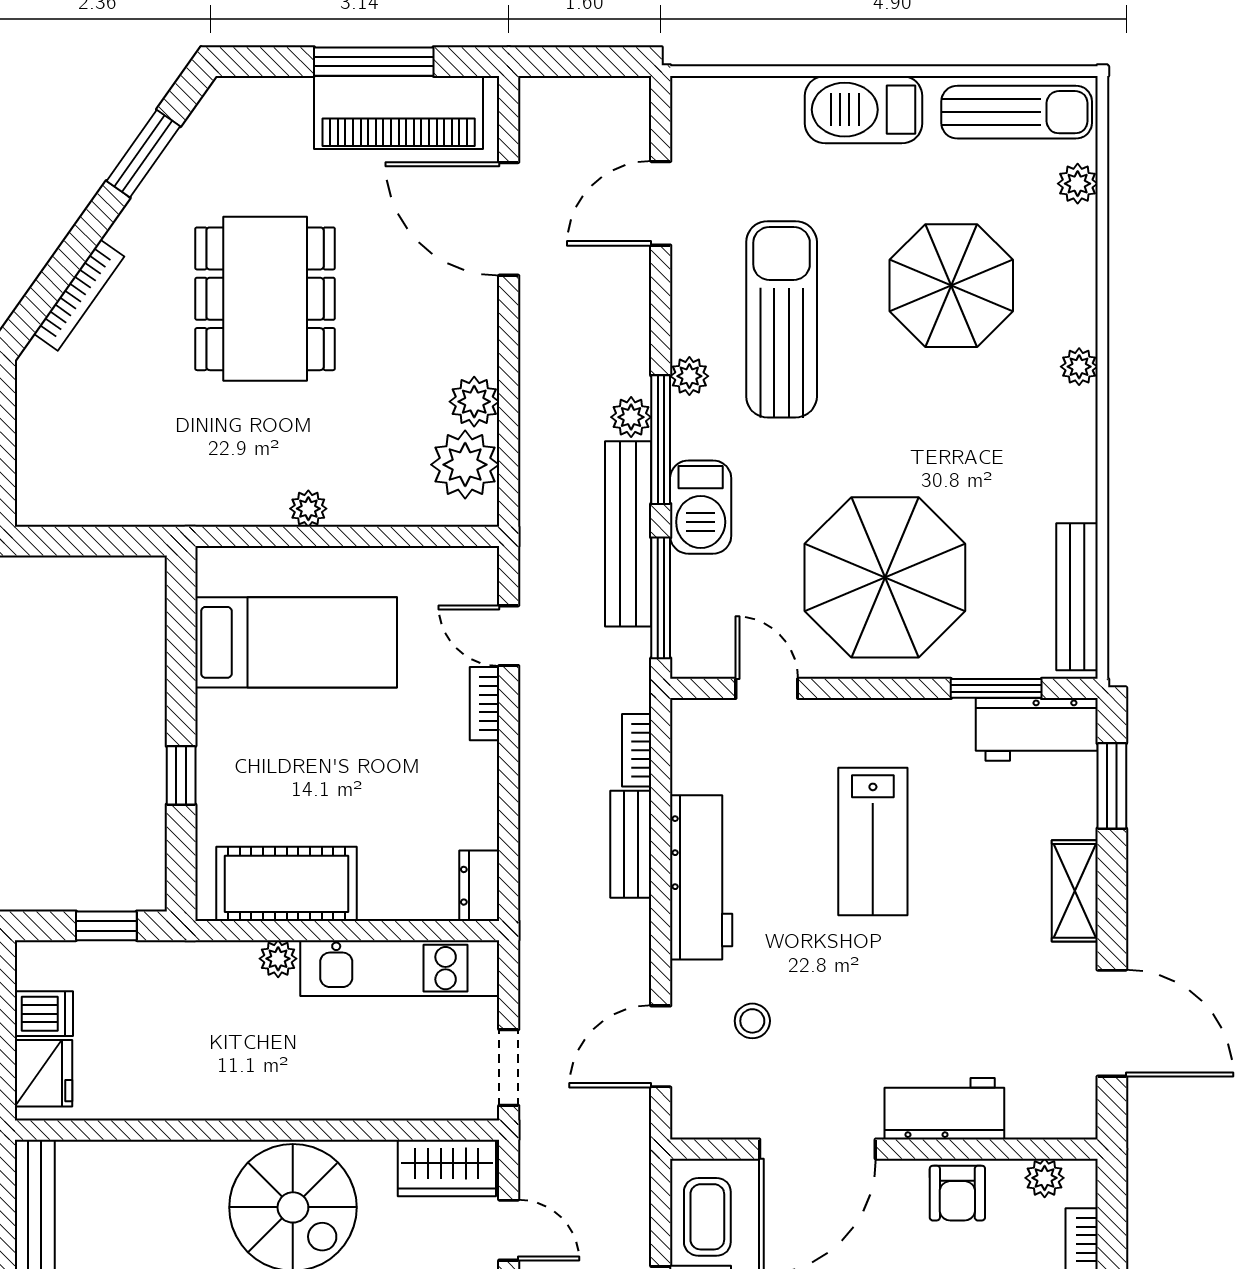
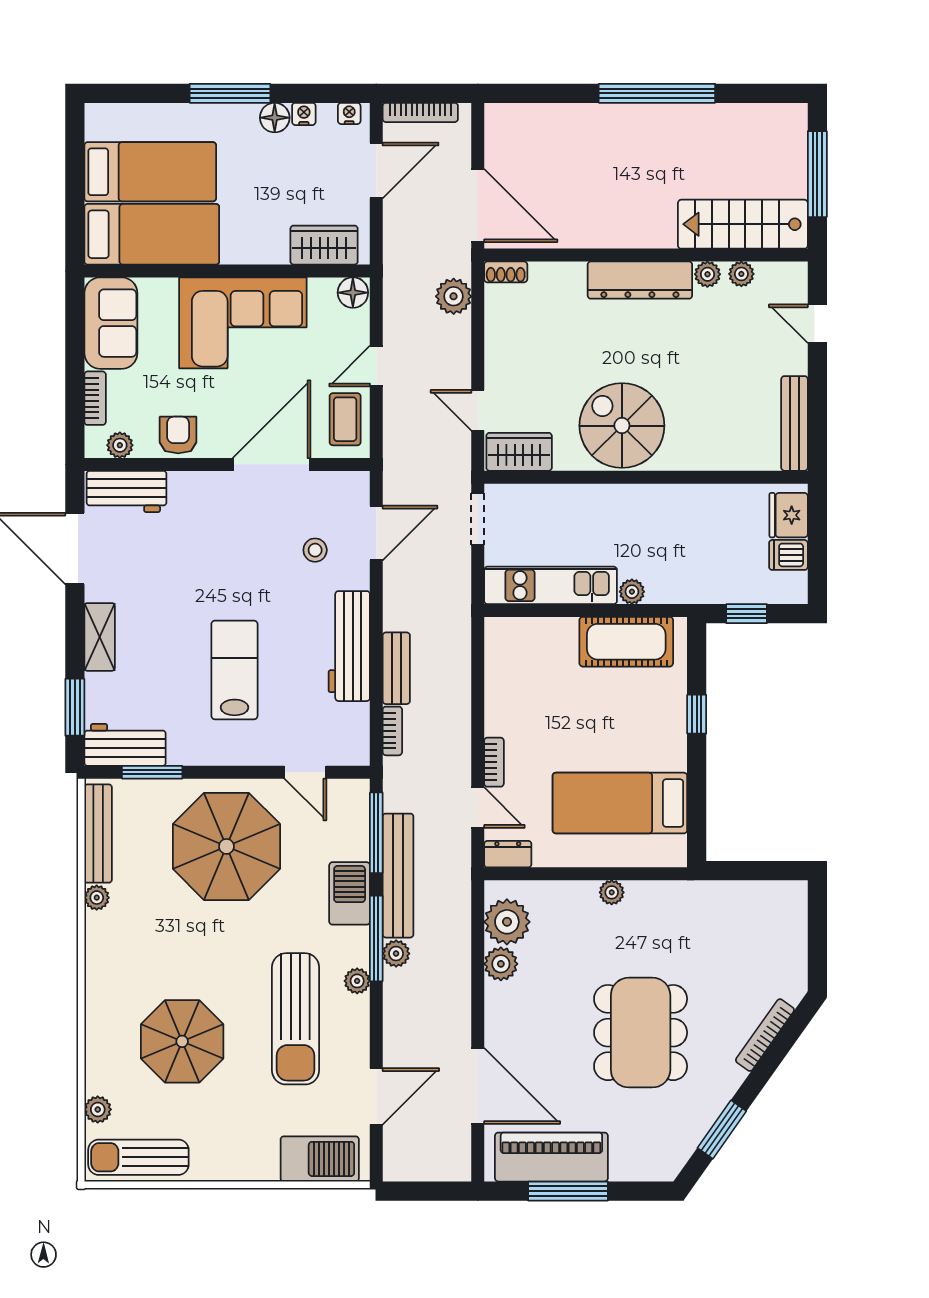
barbecue: (864, 110) -> (320, 1159), moved
plant: (1079, 367) -> (97, 898), moved
dresser: (479, 886) -> (508, 854), moved, turned -90
workbench: (944, 1109) -> (127, 491), moved

